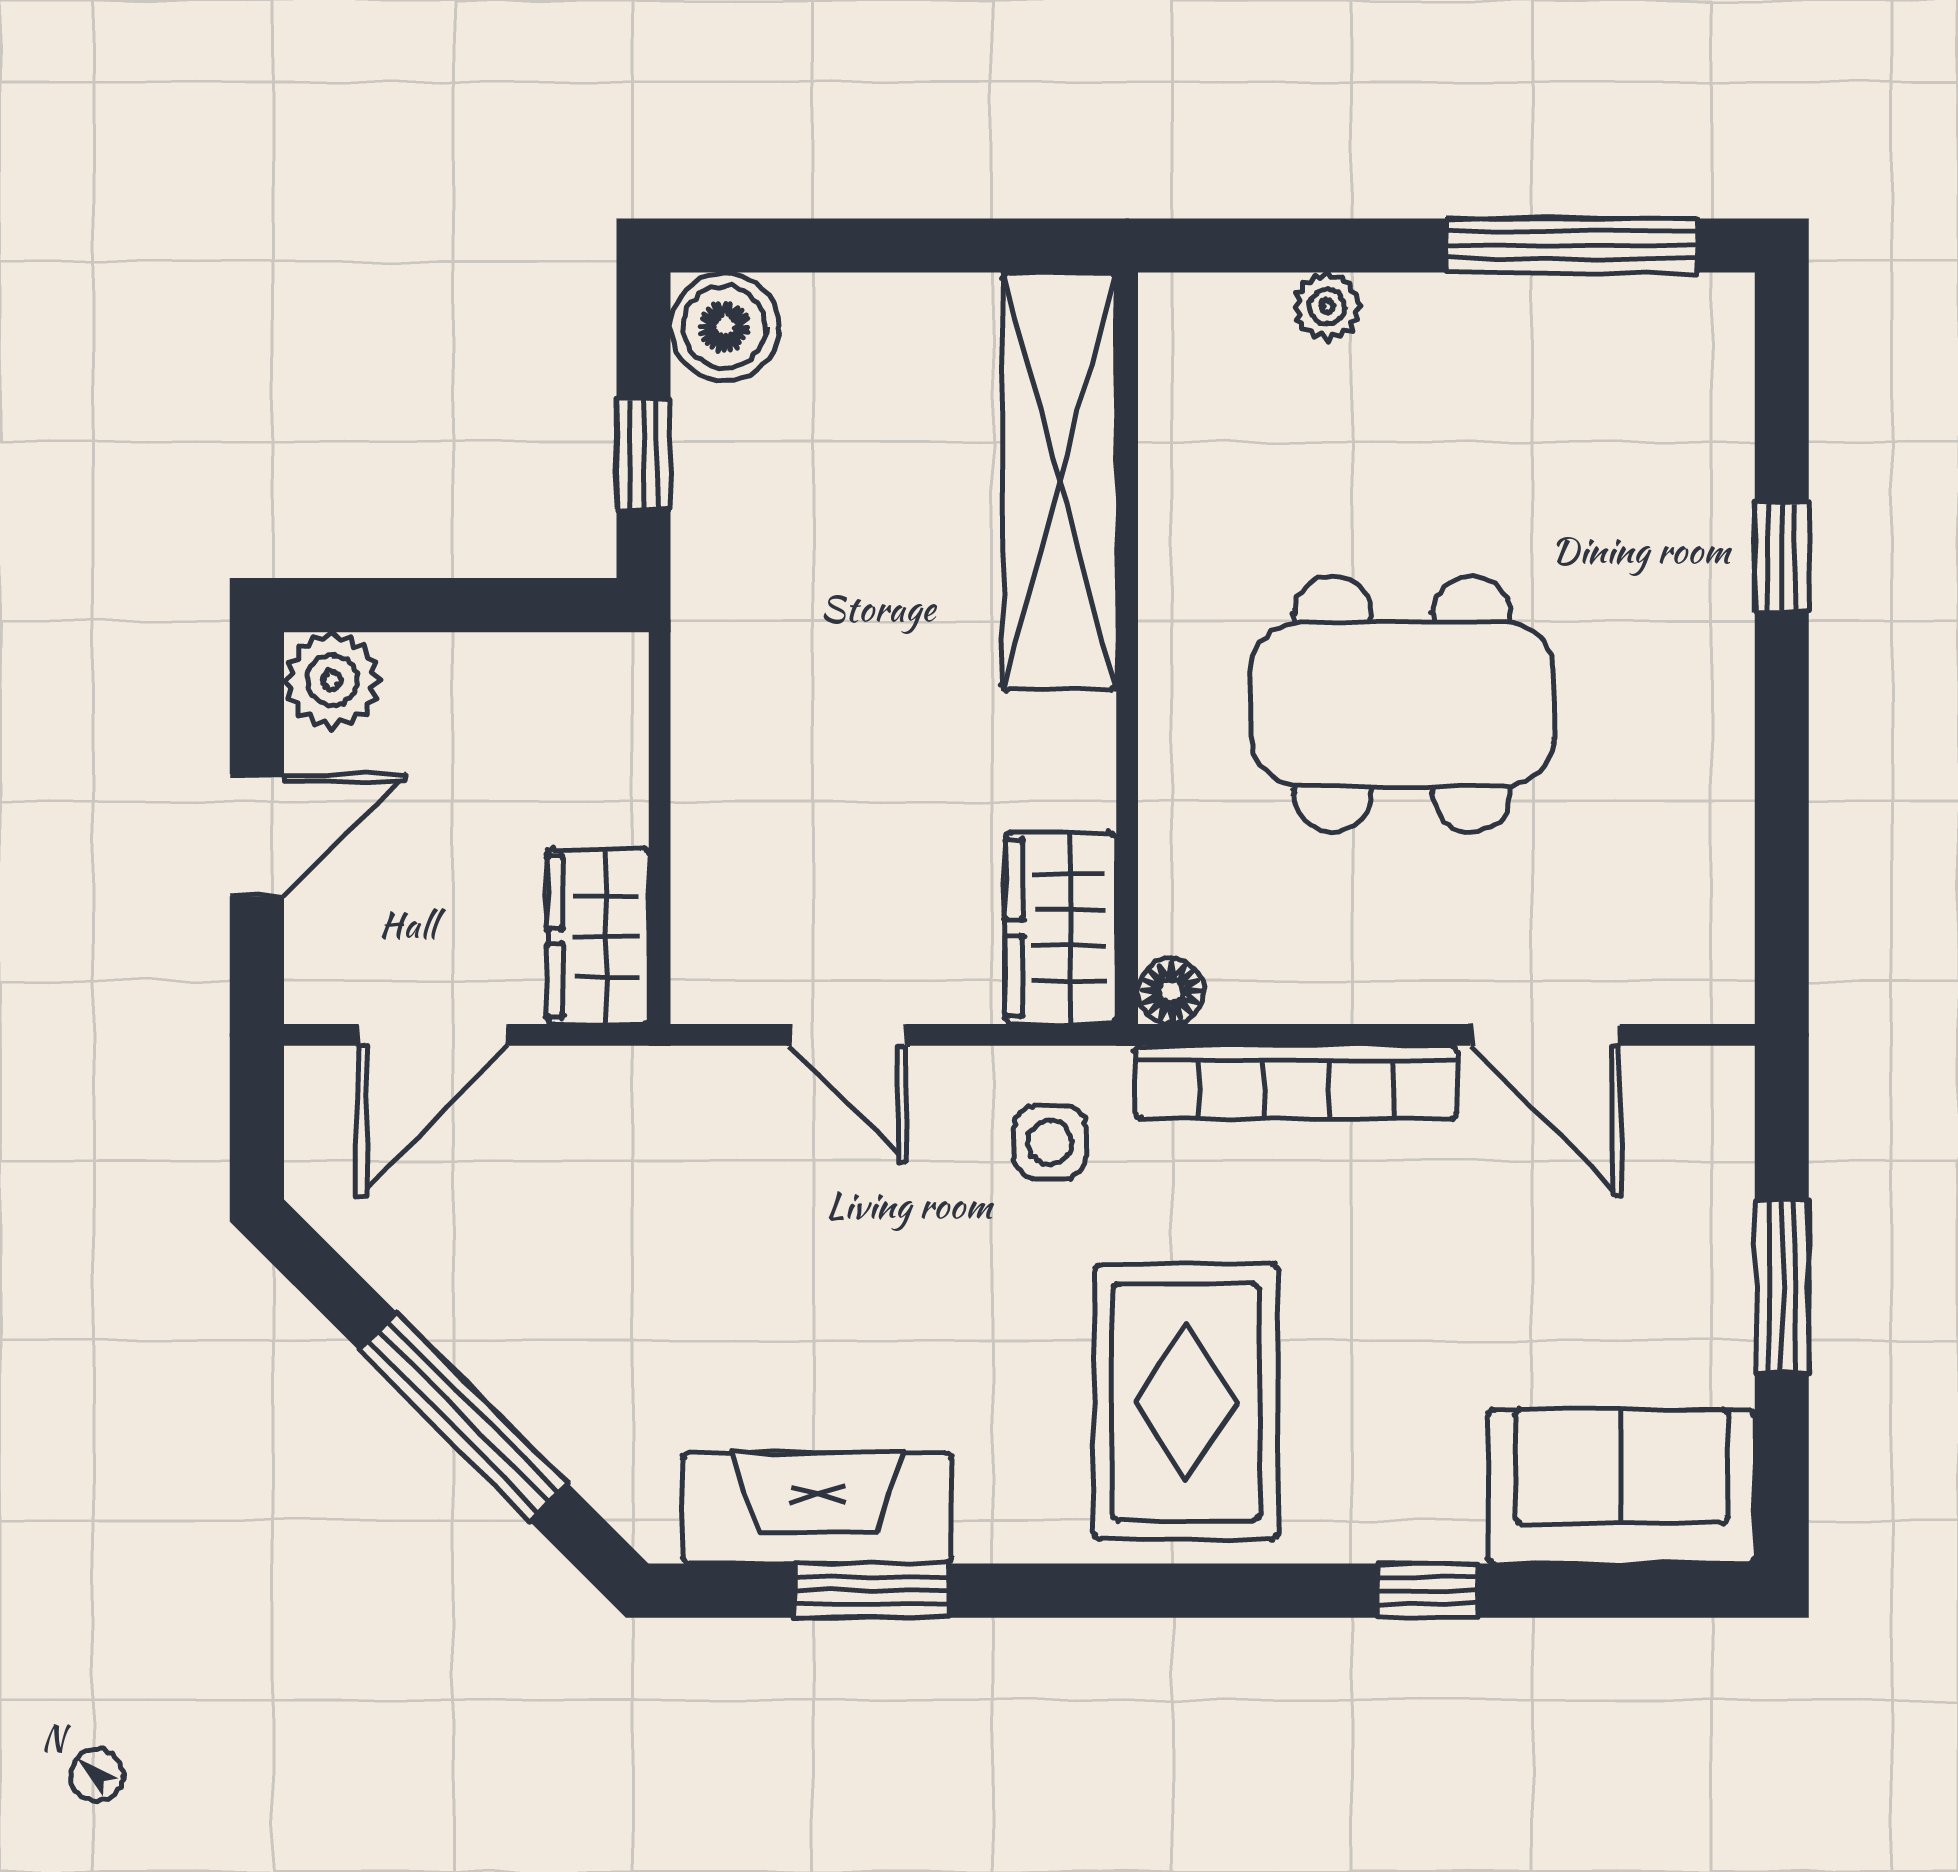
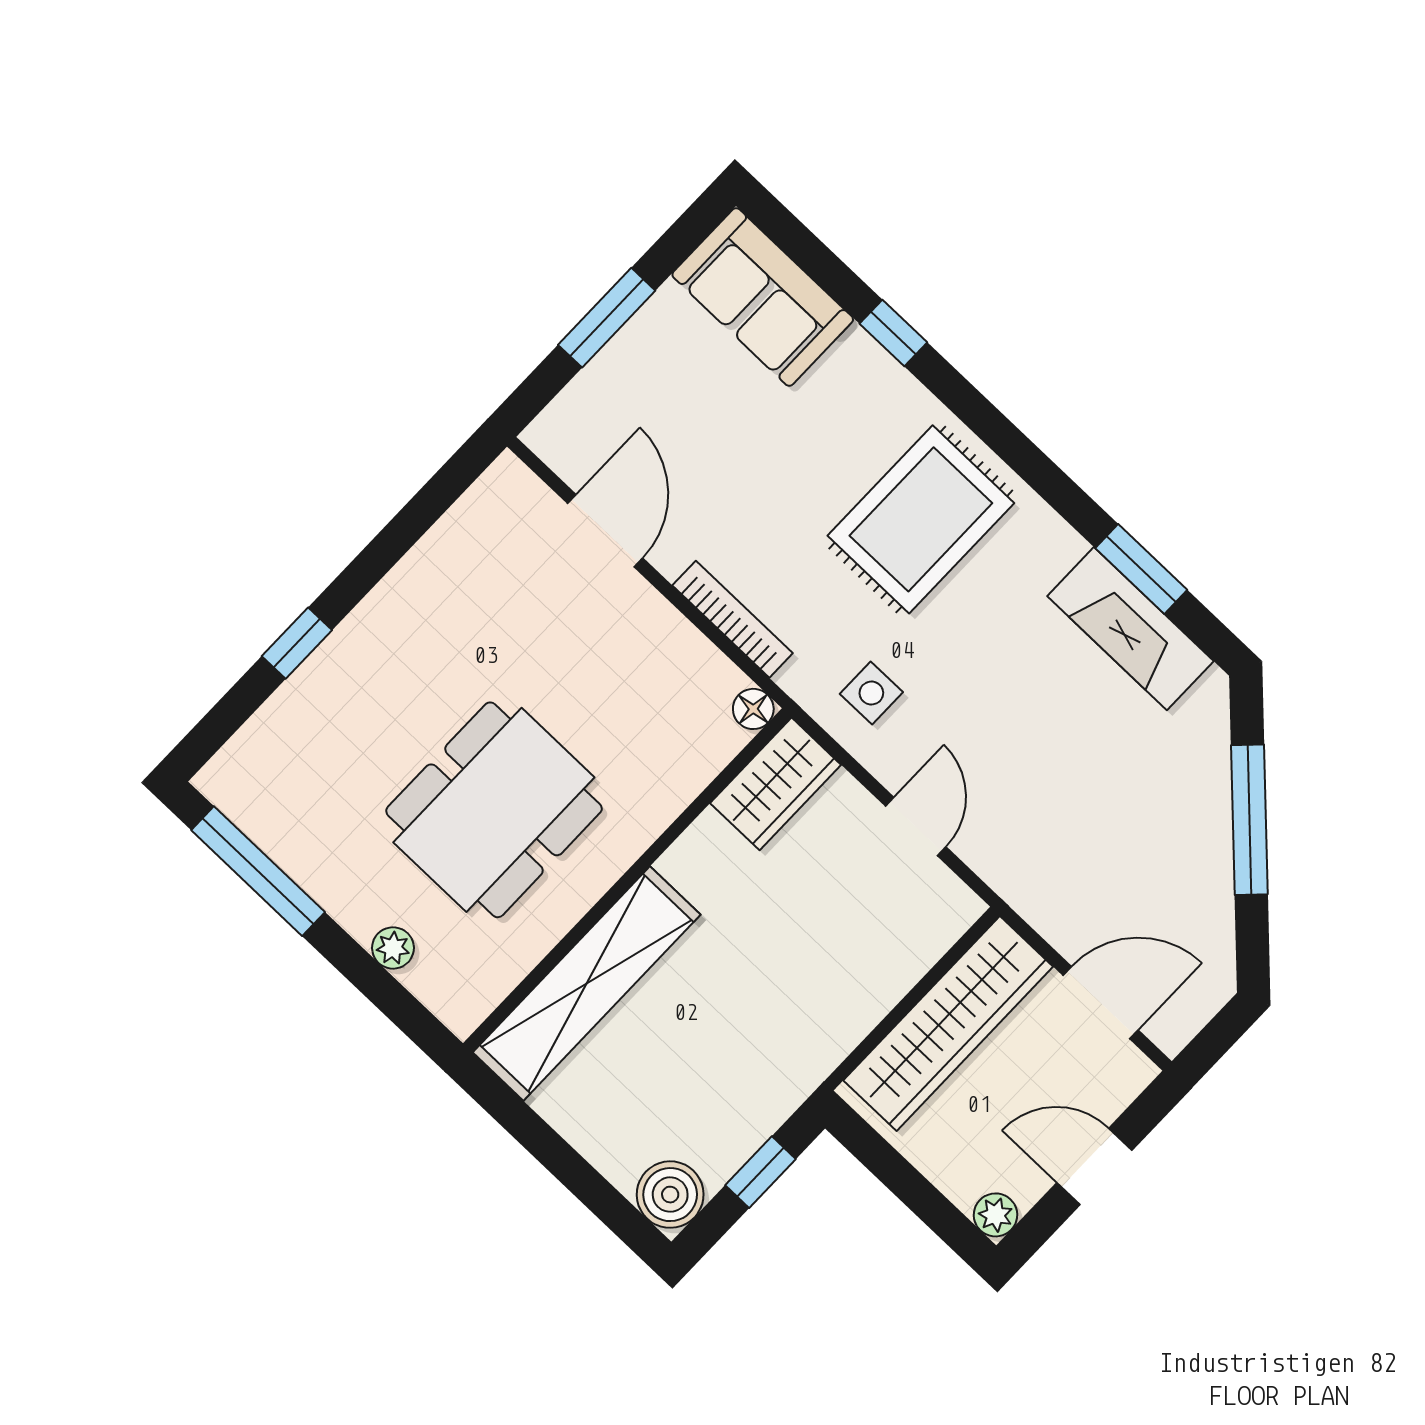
plant: (332, 680) -> (995, 1215), width x0.73, depth x0.73
dining table: (1402, 704) -> (494, 810), moved, turned 90
wardrobe: (598, 936) -> (948, 1024), width x2.10, depth x1.17
bookcase: (1296, 1082) -> (733, 619), width x0.68, depth x0.76

